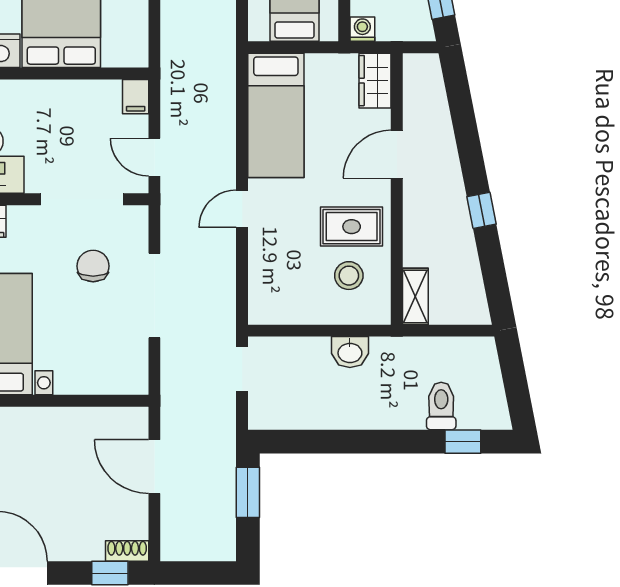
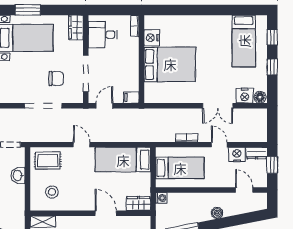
rug: (352, 227) -> (48, 161), moved, turned 90
washbasin: (350, 352) -> (18, 175), moved

